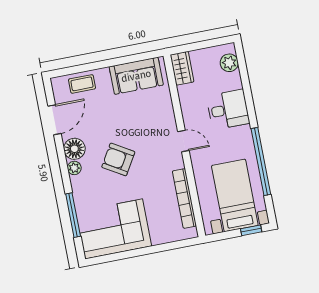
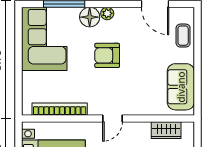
wardrobe: (182, 68) -> (166, 130), moved
floor lamp: (74, 149) -> (90, 17), moved
armchair: (118, 159) -> (107, 55), turned -121

